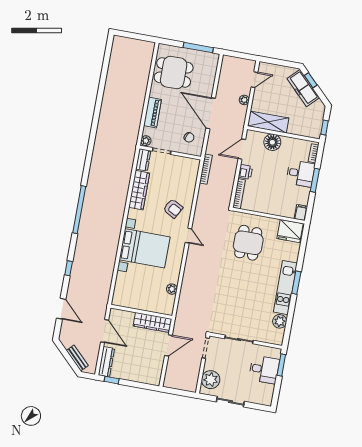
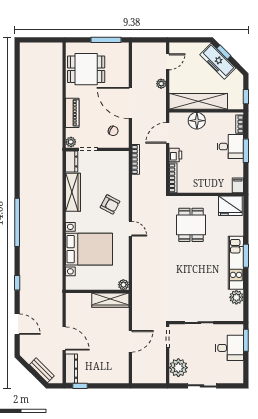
shelving: (268, 122) -> (198, 101), width x1.47
wall: (141, 312) -> (97, 291), moved
wardrobe: (153, 322) -> (110, 300), moved

